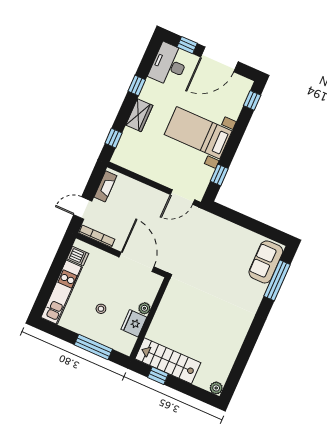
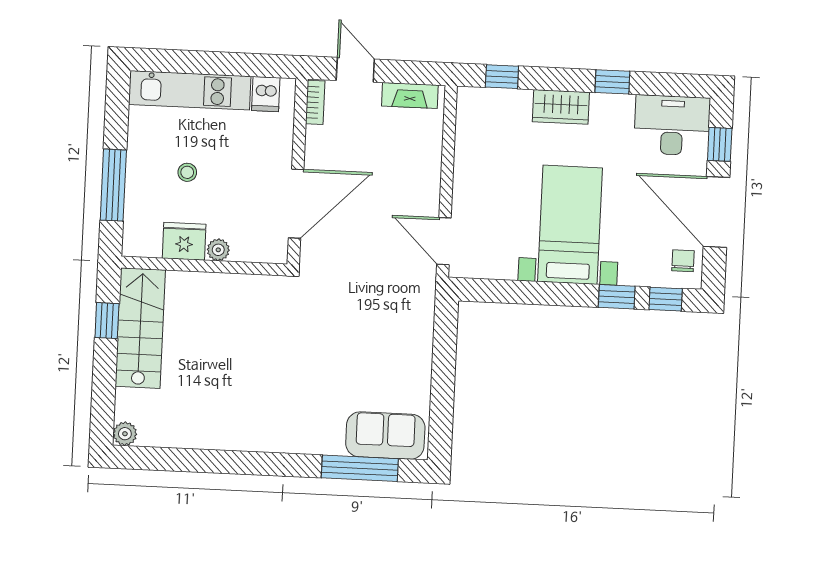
chair: (237, 85) -> (683, 261), added
window: (219, 175) -> (617, 297), moved
bookcase: (97, 236) -> (315, 102), width x0.64

